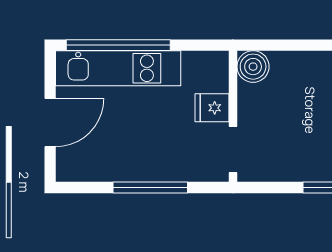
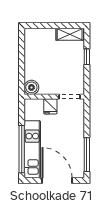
door: (50, 122) -> (57, 180), width x1.36
window: (150, 187) -> (87, 155), moved

